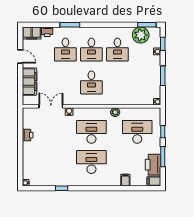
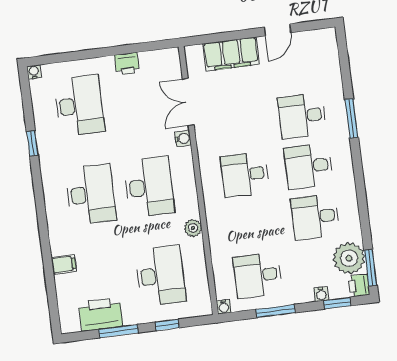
printer: (47, 32) -> (359, 286), moved
filing cabinet: (32, 33) -> (326, 46), removed
desk: (143, 82) -> (258, 275), added
double door: (51, 106) -> (188, 102), swing flipped
desk: (46, 162) -> (79, 105), added
filing cabinet: (154, 181) -> (69, 320), removed

